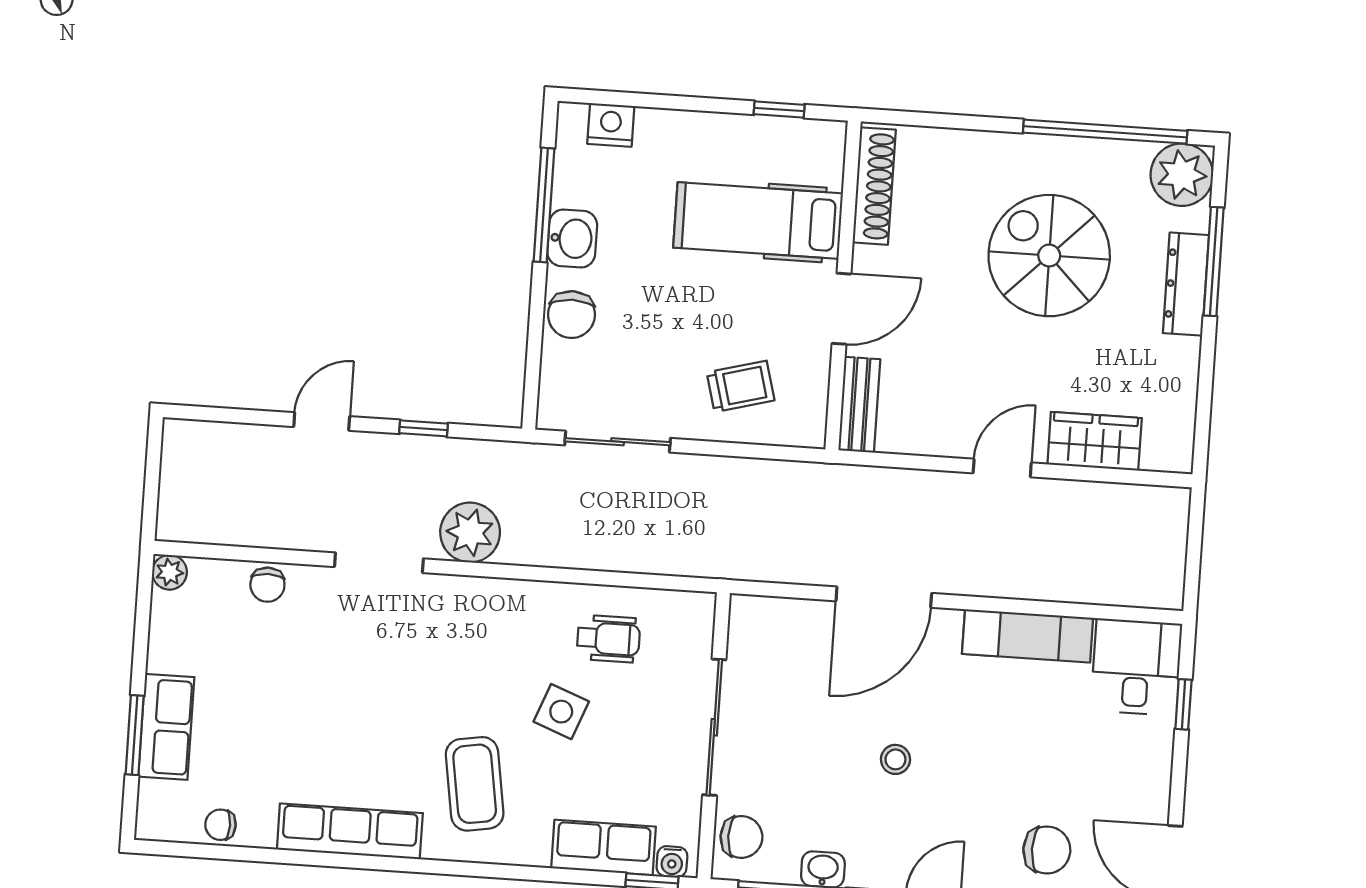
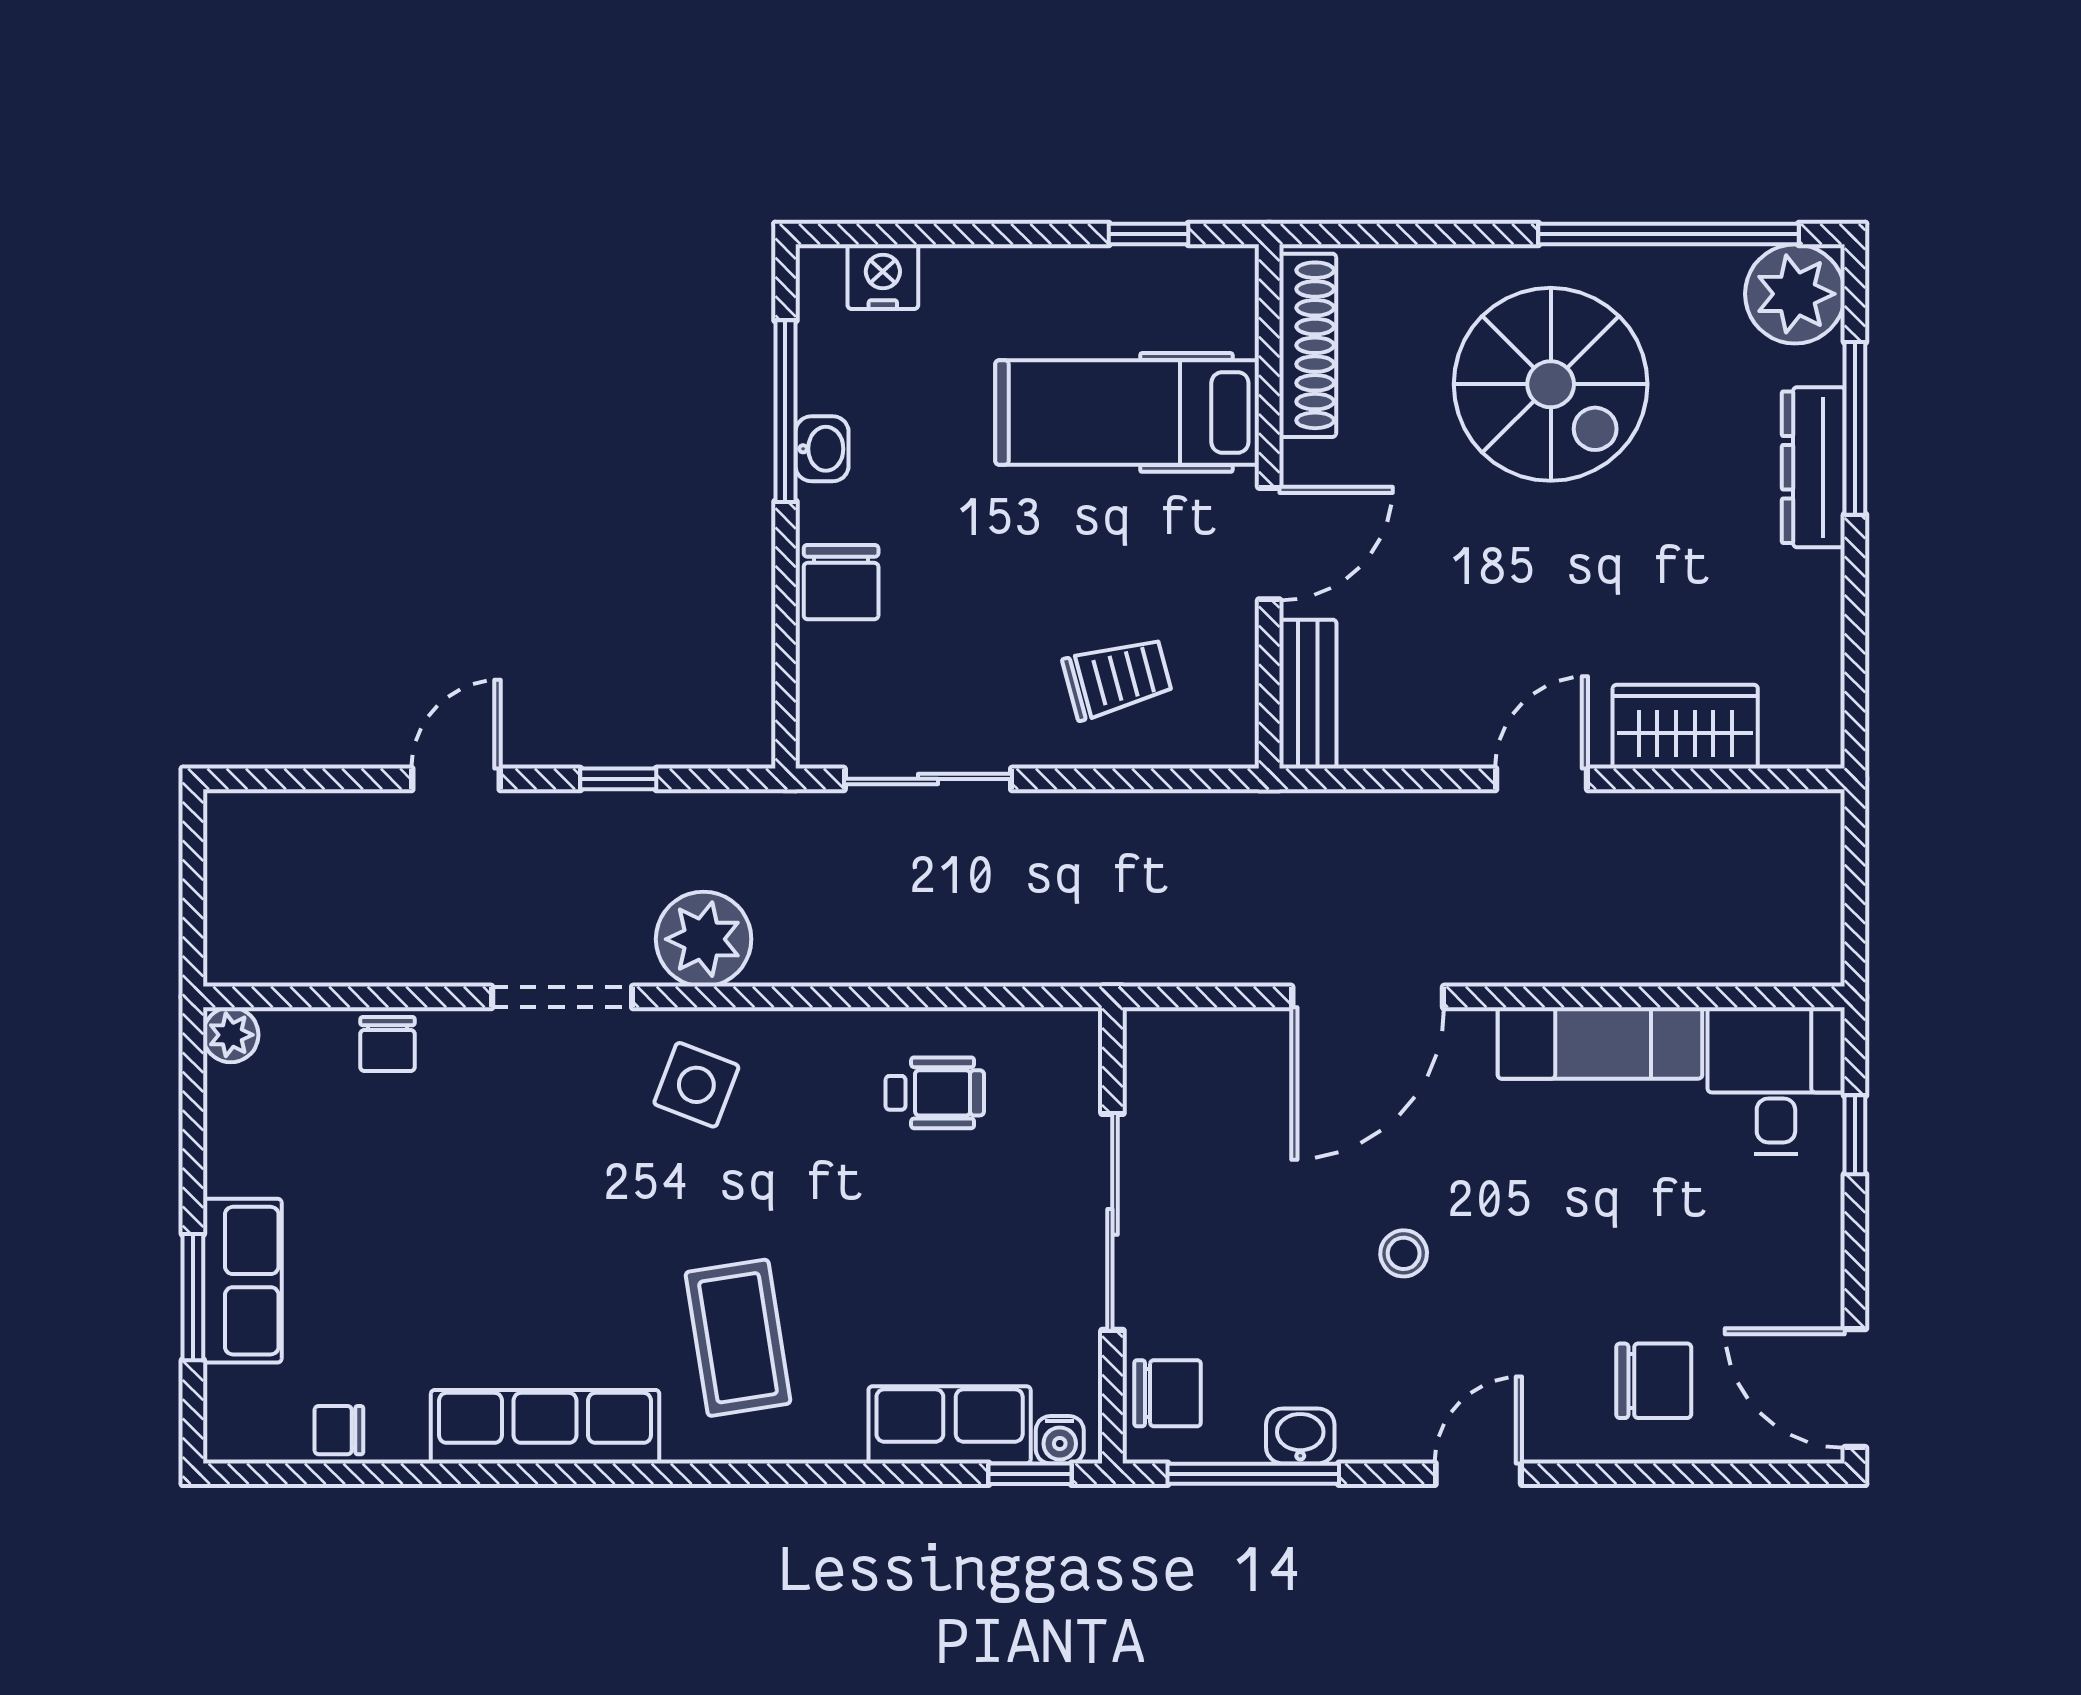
washbasin: (572, 239) -> (822, 449), width x0.72, depth x0.69
spiral stairs: (1049, 256) -> (1551, 384), moved, turned 180
side table: (561, 712) -> (696, 1085), moved

